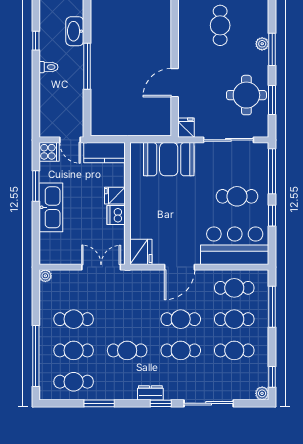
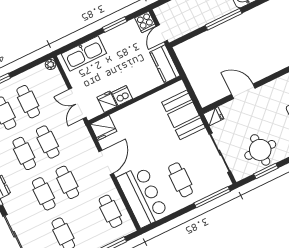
fridge: (115, 196) -> (107, 102), moved
kitchen sink: (51, 207) -> (84, 53), moved
window: (272, 216) -> (179, 213), removed
double door: (101, 267) -> (77, 103), swing flipped
door: (180, 267) -> (106, 162), swing flipped
cafe table: (234, 319) -> (48, 142), moved

